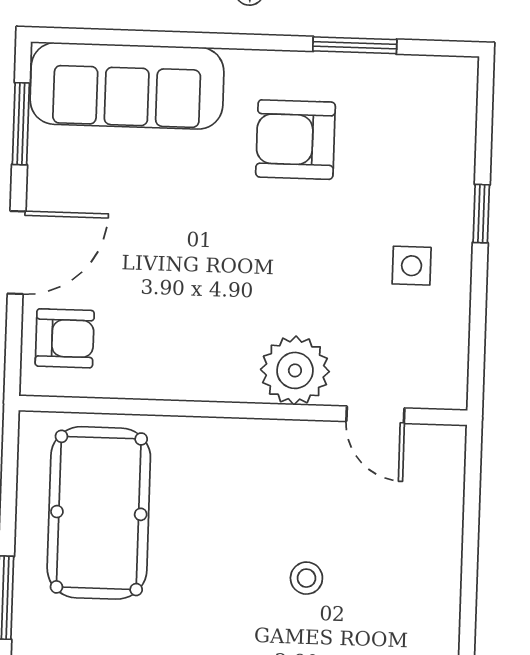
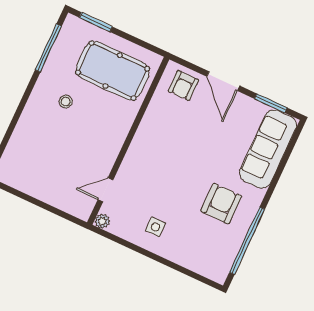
window: (355, 45) -> (247, 241), width x2.11
window: (481, 214) -> (164, 261), removed
plant: (295, 370) -> (102, 221), moved, width x0.53, depth x0.53
stool: (306, 578) -> (66, 101), moved

